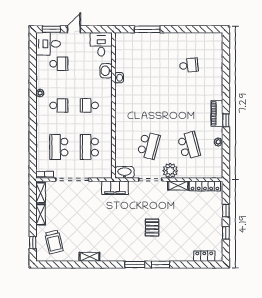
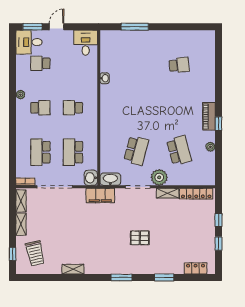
school desk: (59, 64) -> (40, 63), turned 180
washbasin: (106, 71) -> (91, 178), moved
pallet: (152, 227) -> (140, 238), turned 90
window: (161, 265) -> (164, 277), moved

